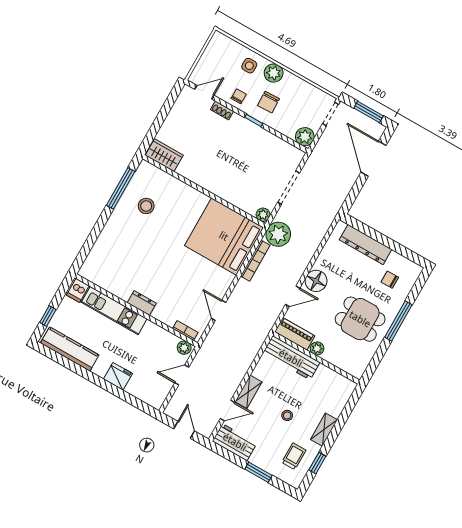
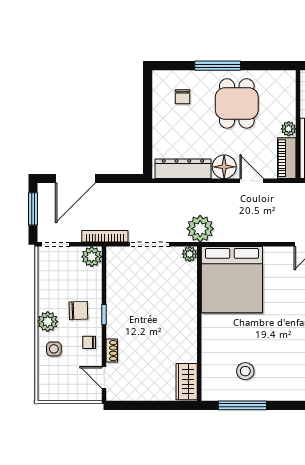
dresser: (366, 244) -> (183, 169), moved, turned -90
bookcase: (255, 261) -> (105, 236), moved

